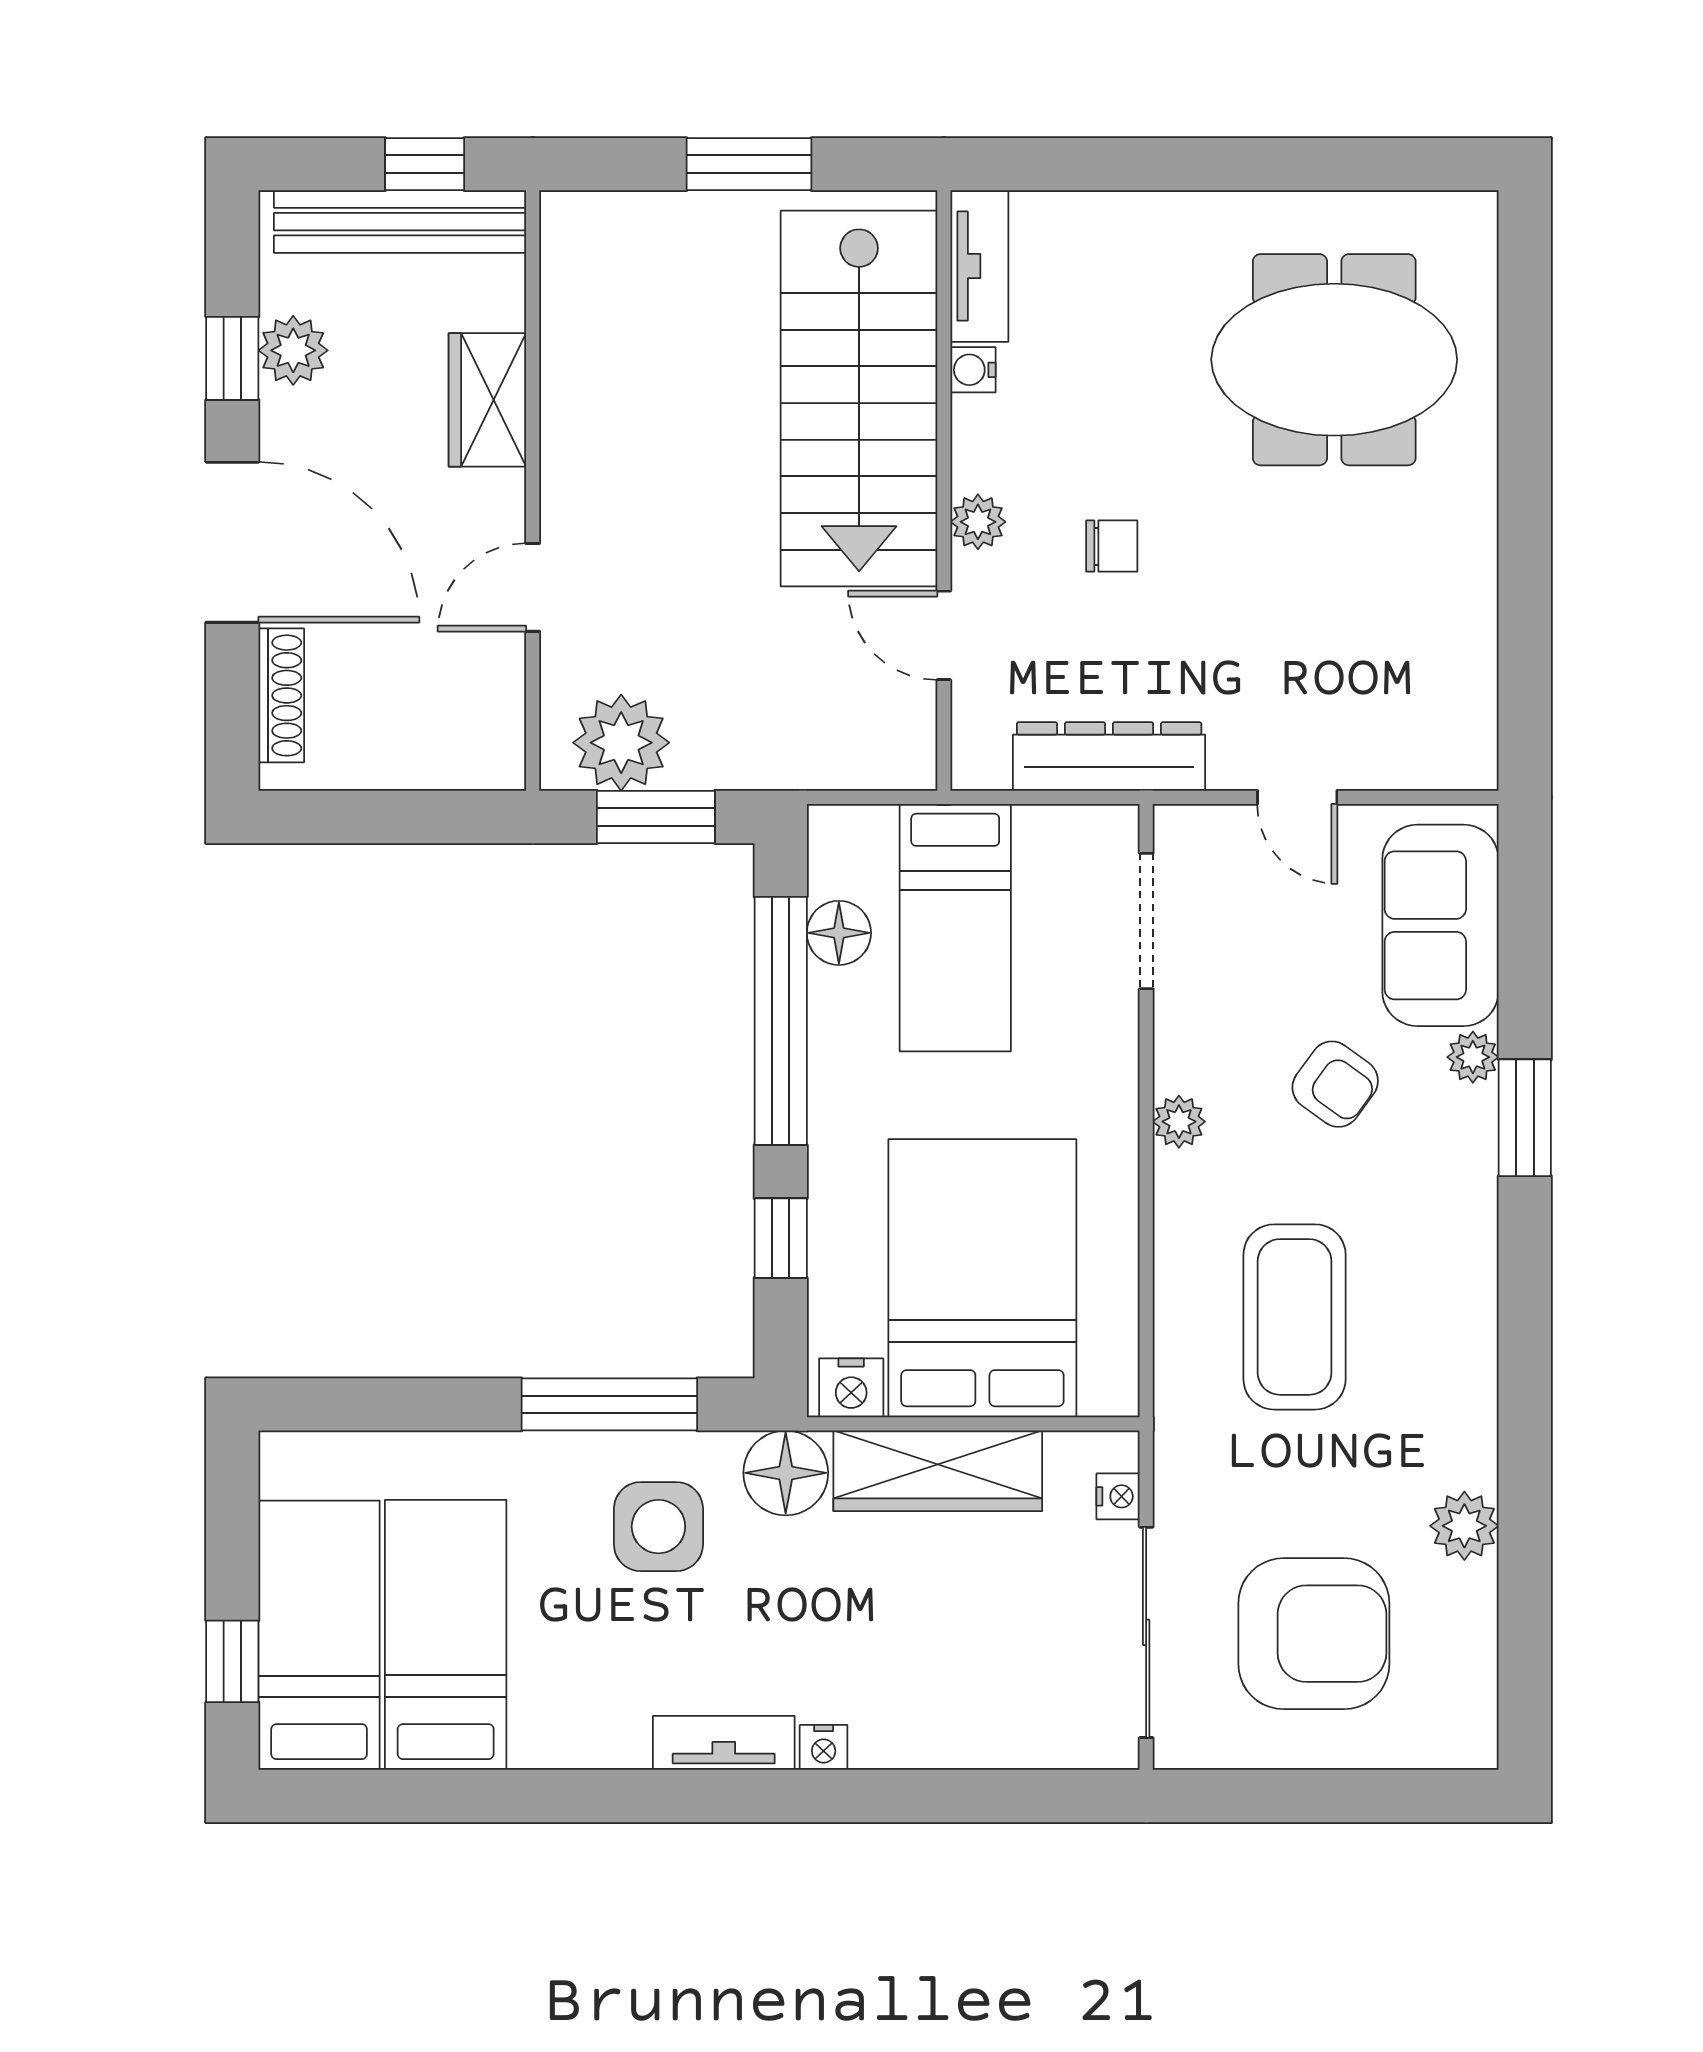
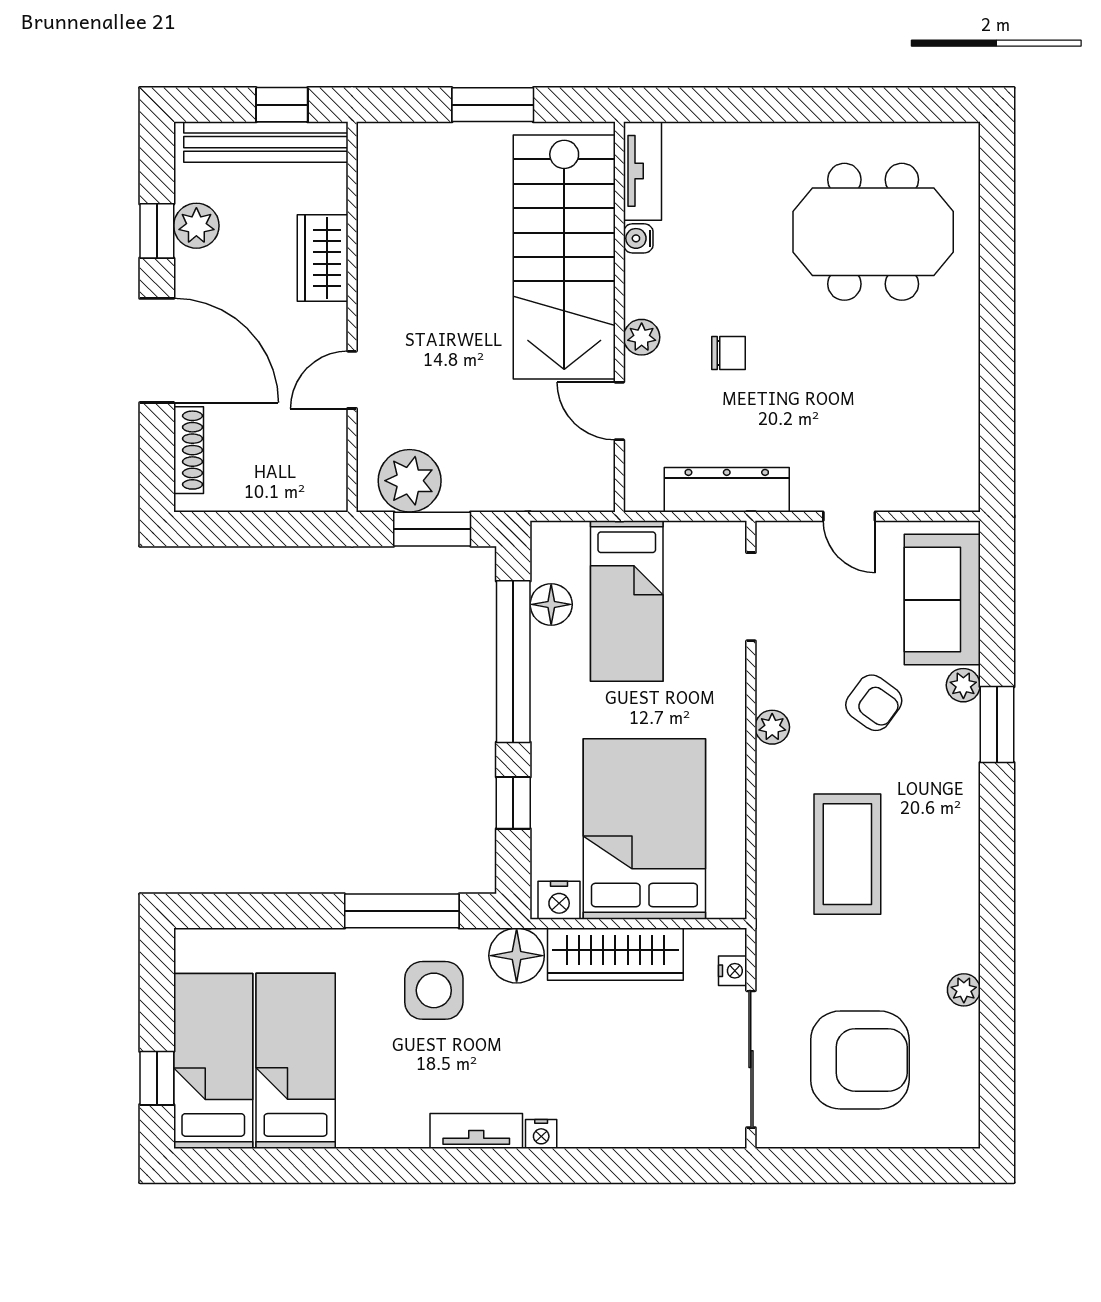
plant: (1464, 1526) -> (964, 990), width x0.73, depth x0.73

